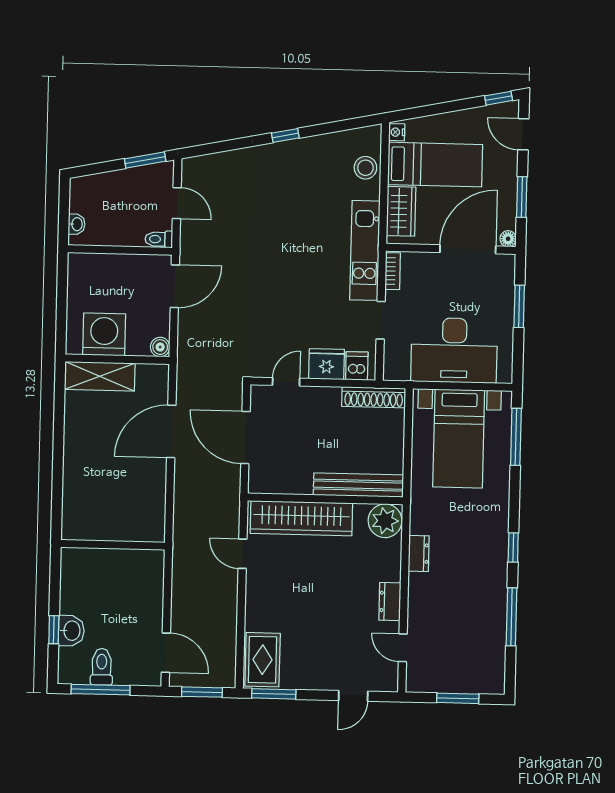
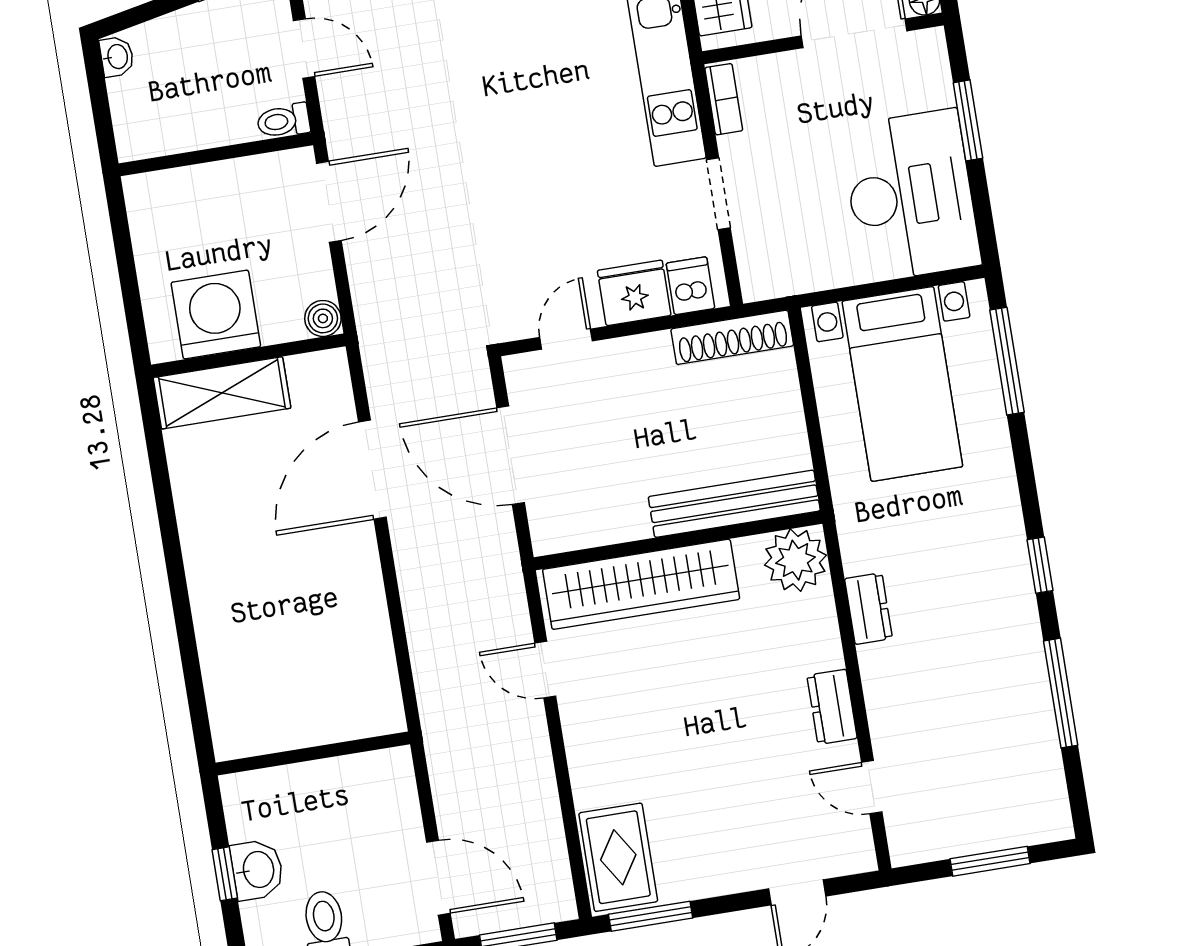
washbasin: (77, 224) -> (117, 57), moved
desk: (454, 350) -> (911, 196), moved, turned -90
wall: (113, 545) -> (313, 753), moved

